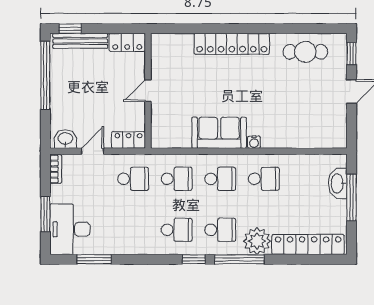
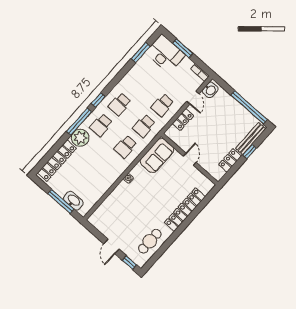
window: (70, 29) -> (250, 151), moved
door: (148, 91) -> (190, 159), moved
wall: (148, 91) -> (190, 159), moved
sofa: (219, 133) -> (157, 156), moved
school desk: (264, 179) -> (107, 167), removed

